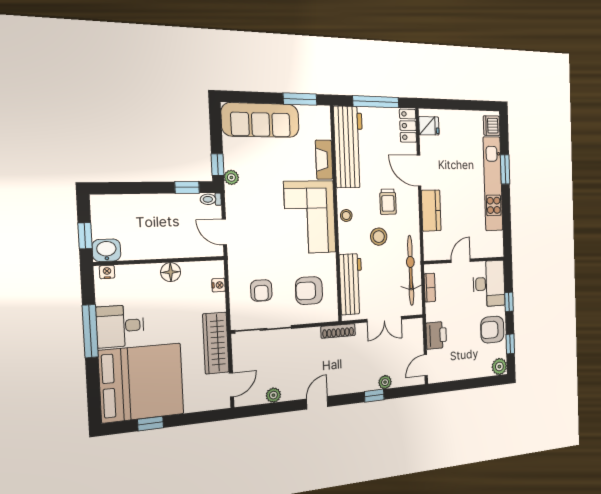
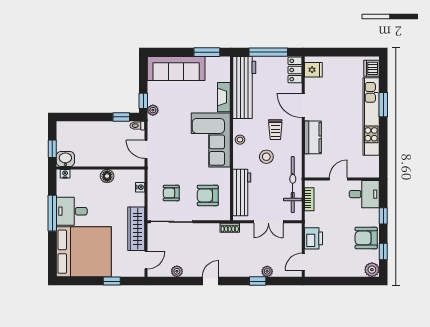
desk: (489, 284) -> (364, 194), width x0.73
armchair: (261, 290) -> (171, 193), turned 90
shoe rack: (338, 331) -> (230, 228), width x0.70
window: (151, 424) -> (112, 281), moved

